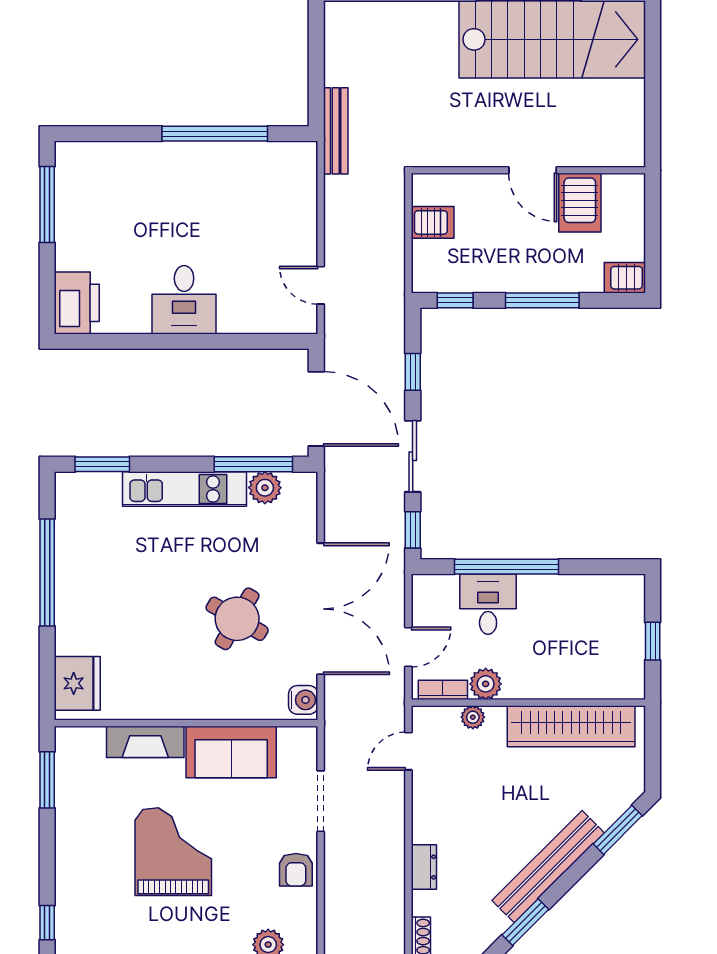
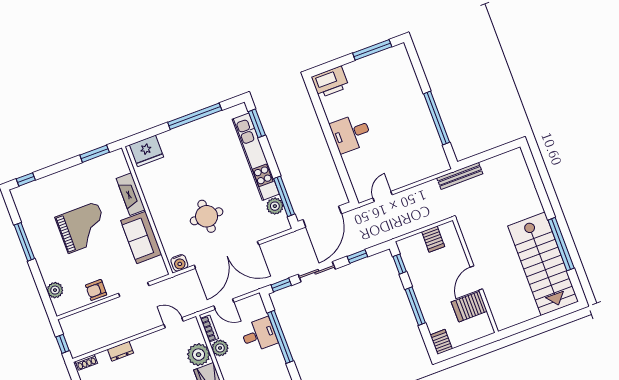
kitchen unit: (185, 489) -> (256, 157), width x1.36
round table: (237, 619) -> (207, 216), turned -30
plant: (473, 717) -> (199, 355), width x1.88, depth x1.88

